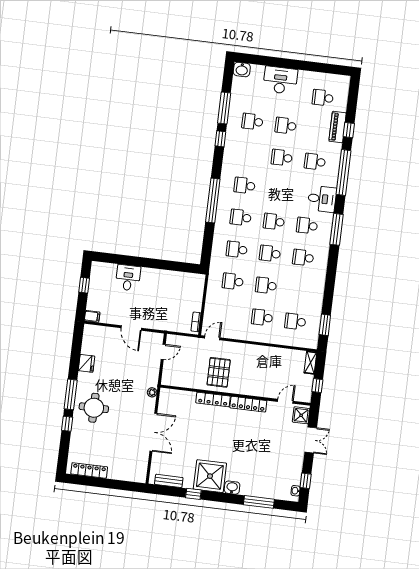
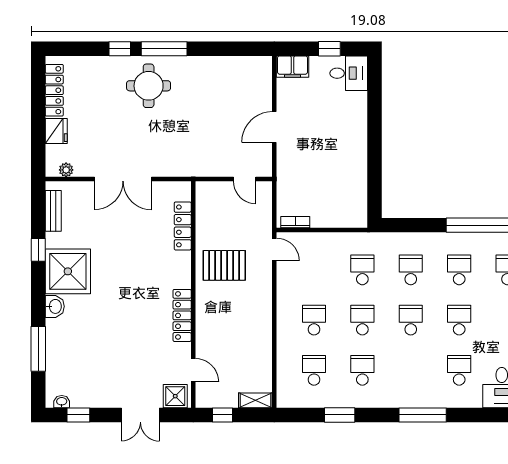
window: (337, 229) -> (423, 415), moved
school desk: (303, 258) -> (362, 370), moved
desk: (128, 278) -> (349, 73), moved
filing cabinet: (92, 316) -> (293, 67), width x2.00
window: (325, 325) -> (340, 415), moved
fridge: (87, 363) -> (56, 131), moved, turned -90
plant: (152, 392) -> (66, 170), moved
locker: (213, 399) -> (183, 226), moved

